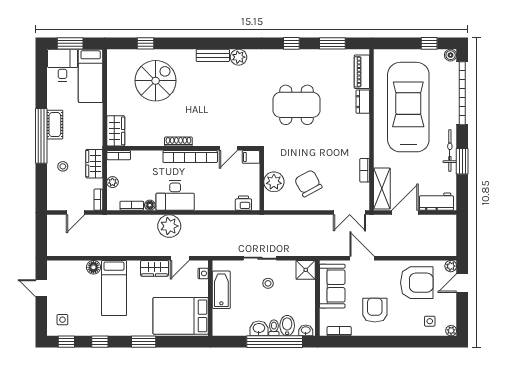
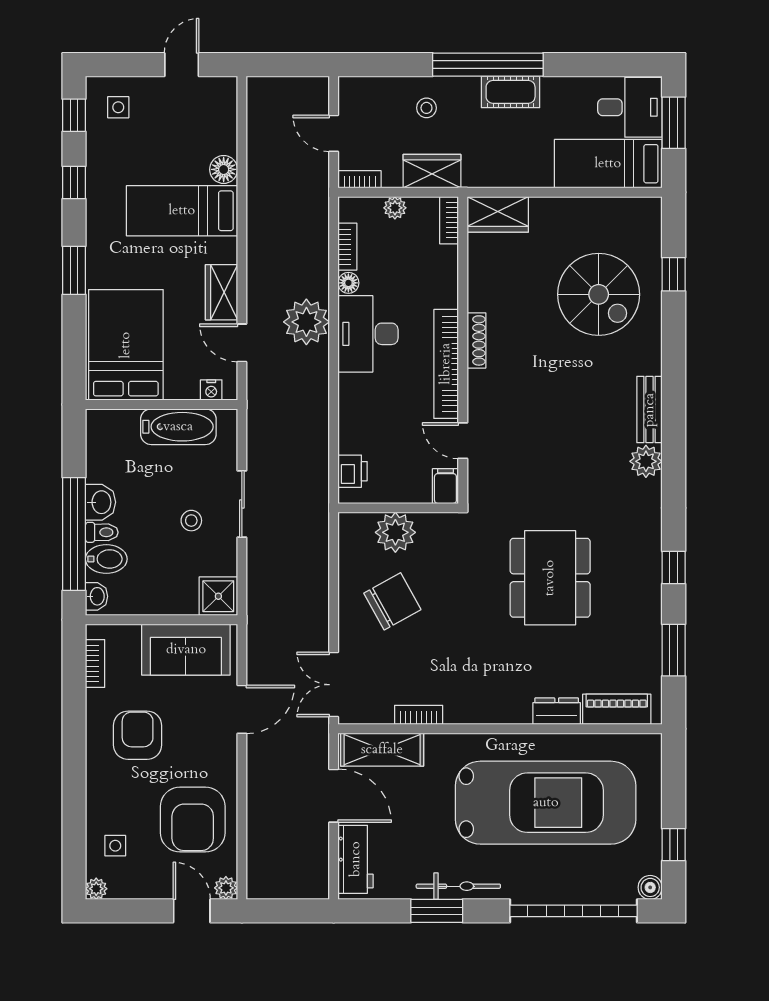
armchair: (375, 310) -> (138, 735), turned -90

